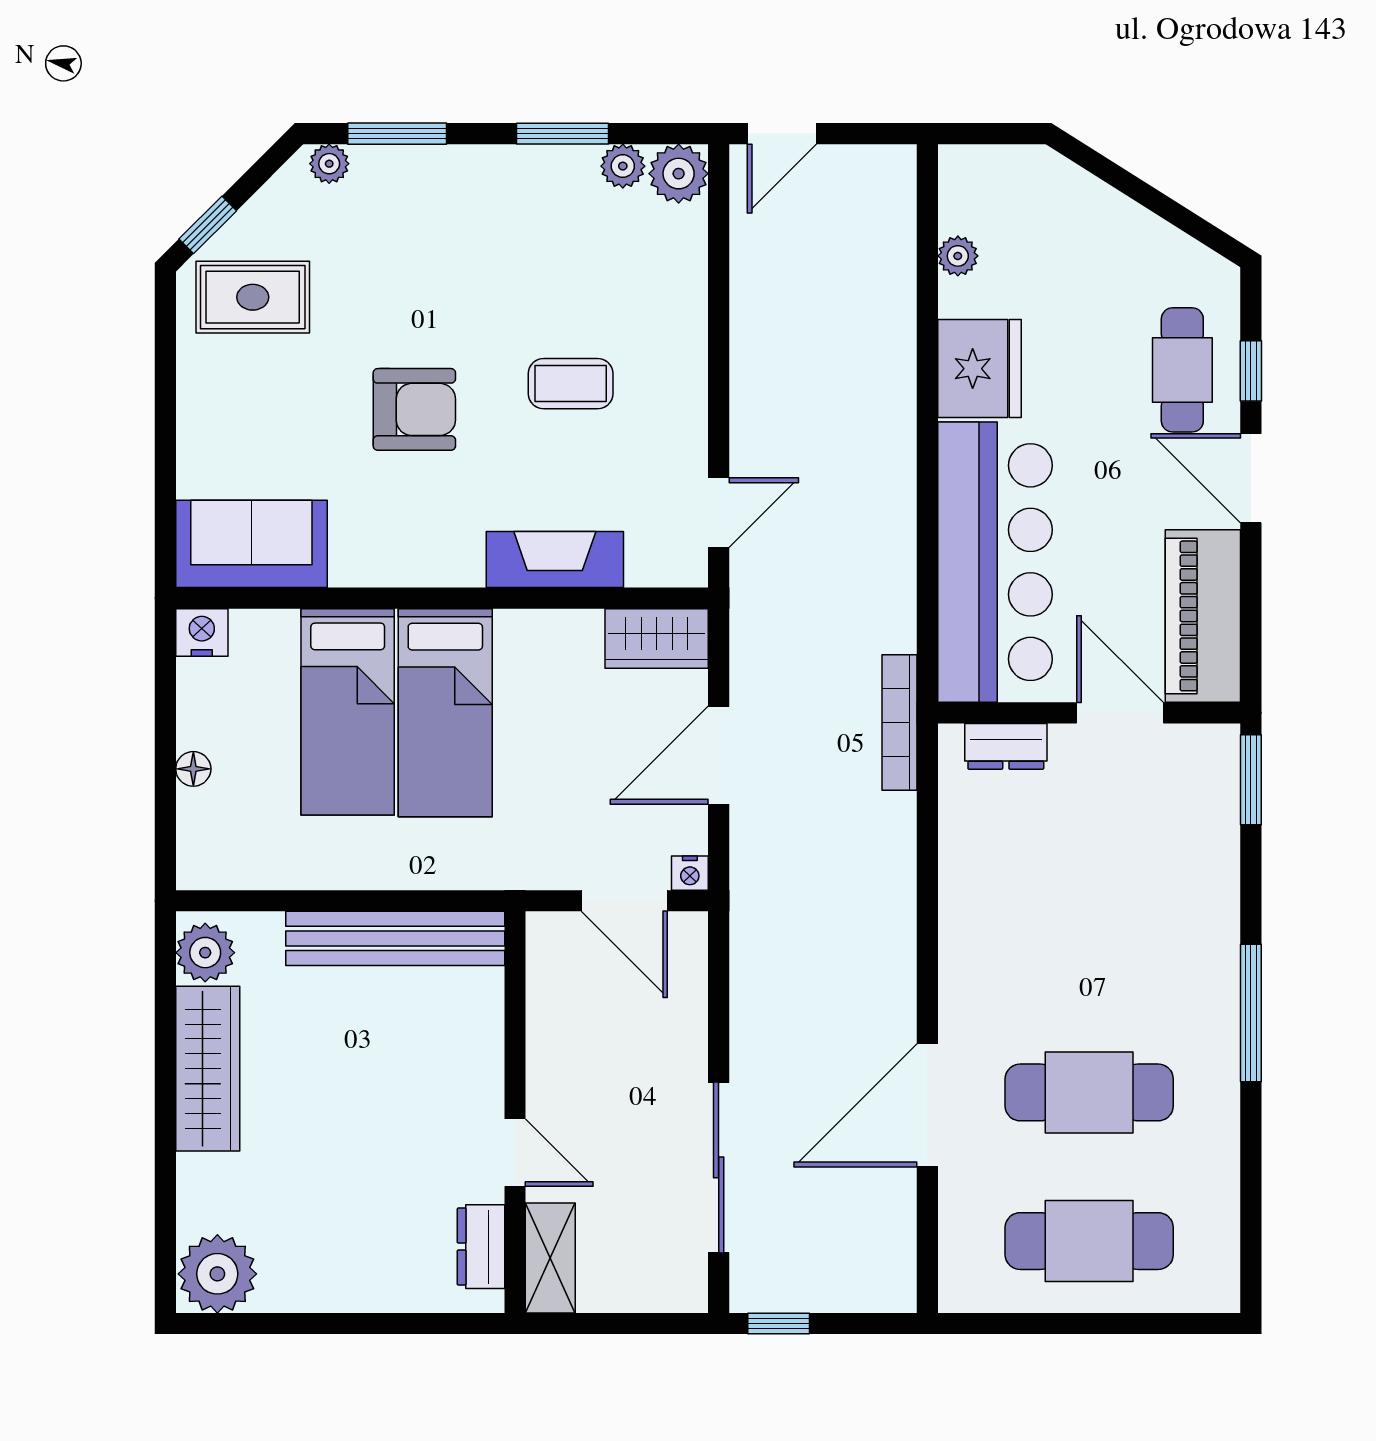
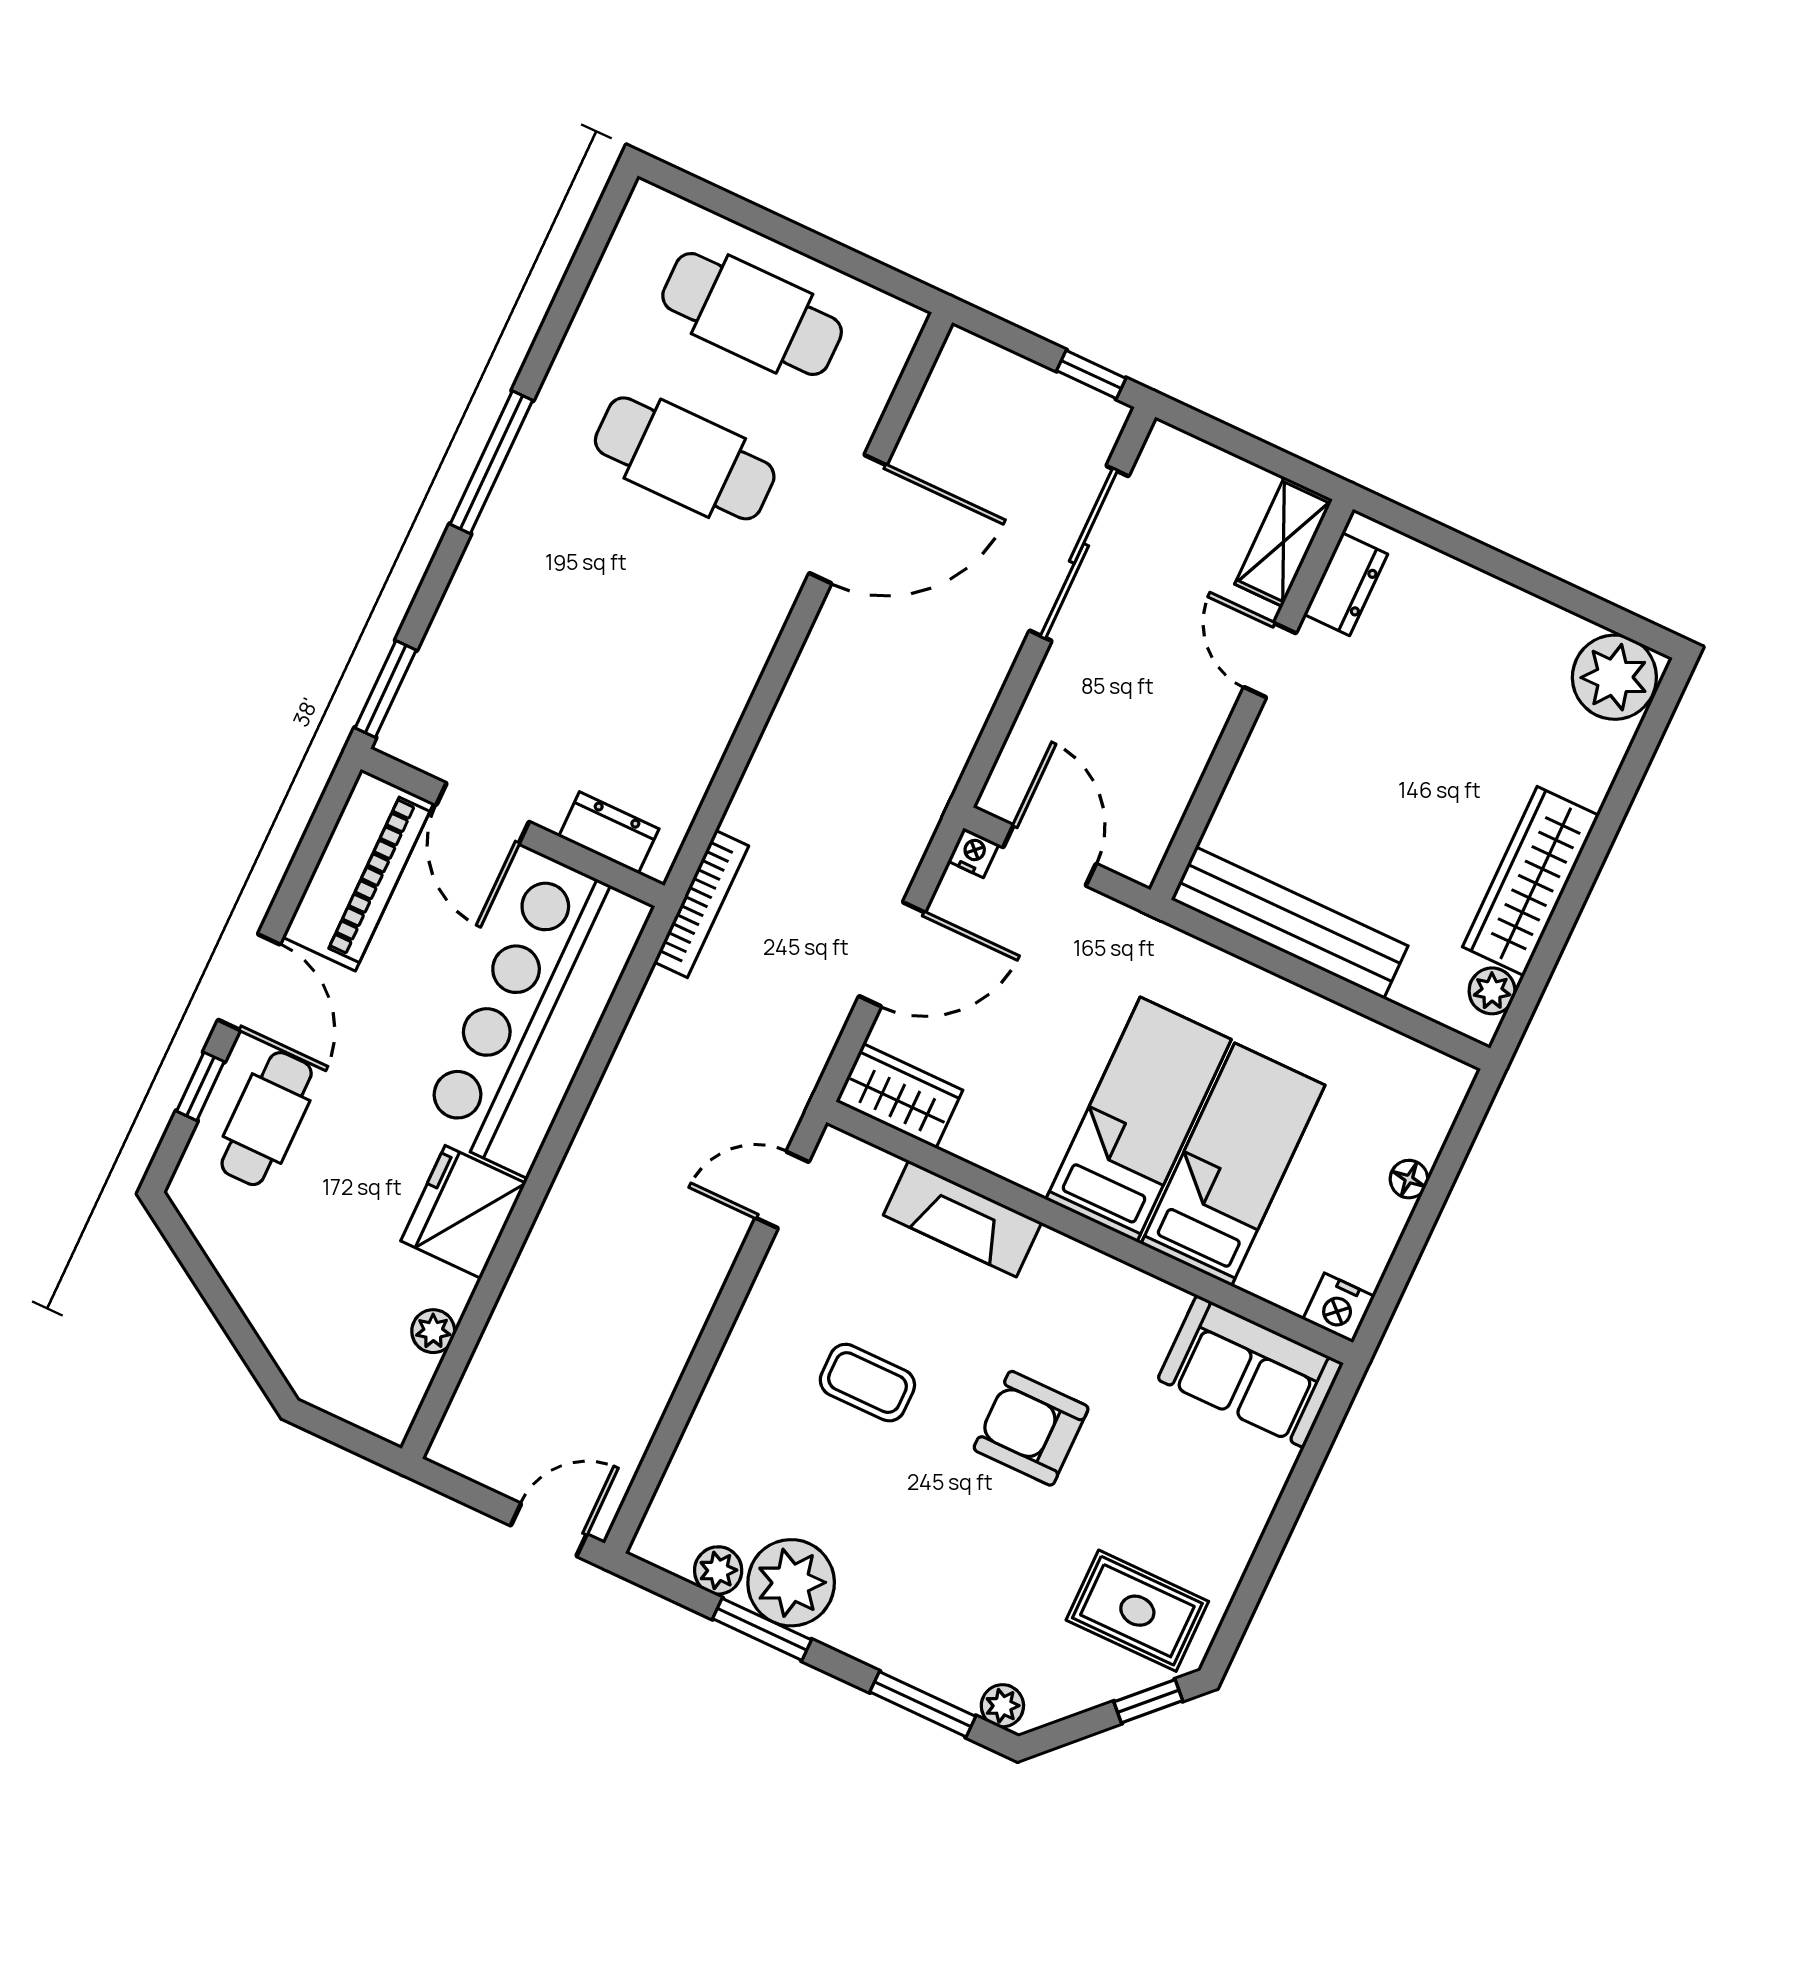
plant: (679, 174) -> (791, 1583), moved, width x1.36, depth x1.36
plant: (205, 953) -> (1492, 991), width x0.73, depth x0.73

